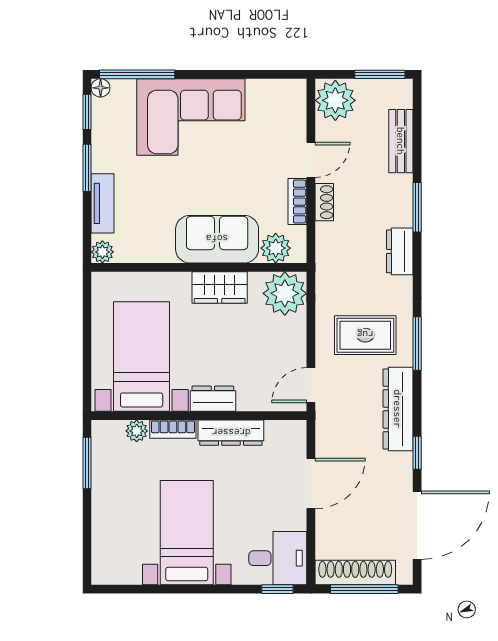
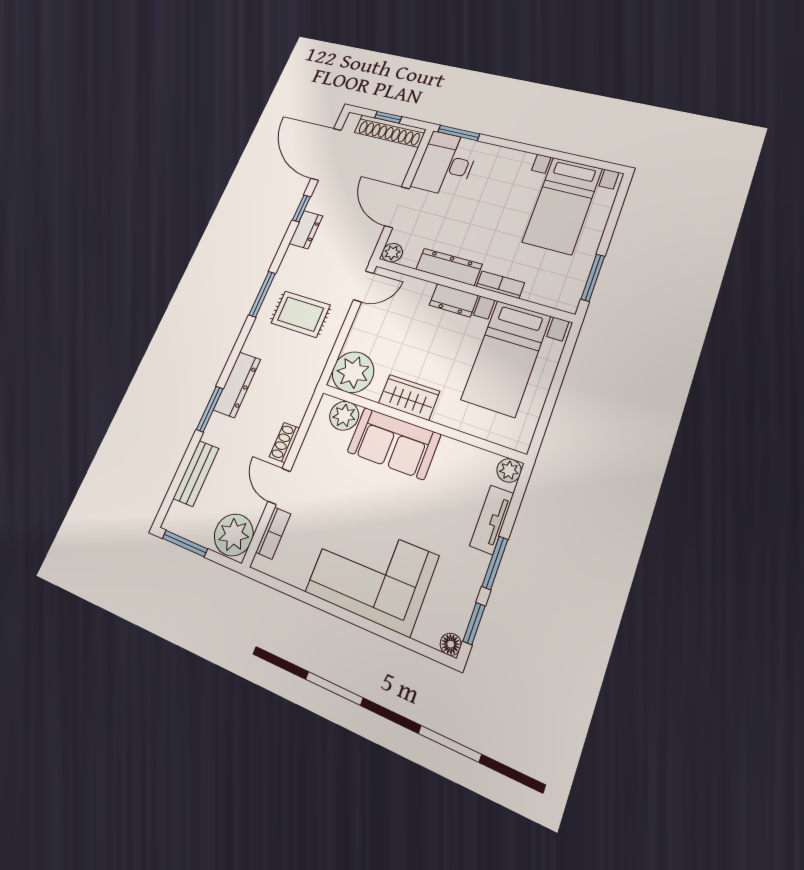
window: (137, 74) -> (408, 643), removed
door: (311, 160) -> (279, 486), hinge flipped
bookcase: (297, 202) -> (273, 533), moved
dresser: (400, 251) -> (237, 385), width x1.44
dresser: (398, 409) -> (306, 230), width x0.51, depth x0.80
plant: (137, 431) -> (392, 253), moved
door: (311, 484) -> (397, 207), hinge flipped
door: (417, 525) -> (326, 154), hinge flipped
bed with nightstands: (187, 533) -> (562, 205), moved
desk: (278, 558) -> (446, 164), width x1.37
window: (277, 589) -> (459, 133), width x1.50
window: (364, 589) -> (388, 117), width x0.46

